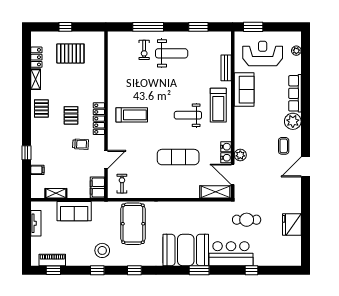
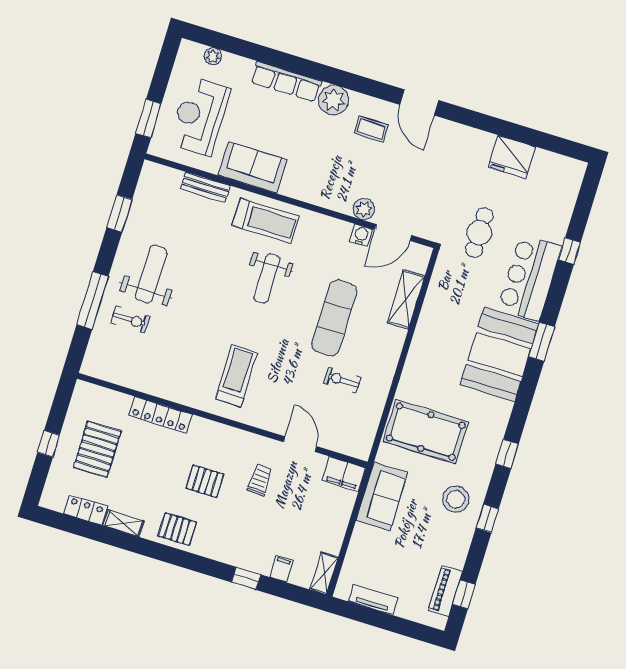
locker: (99, 119) -> (160, 415), moved
water cooler: (226, 147) -> (342, 230), removed
exercise bike: (122, 184) -> (342, 380), moved
shelving: (215, 192) -> (406, 299), moved
shelving: (56, 193) -> (324, 573), moved
sofa: (74, 211) -> (382, 496), moved

